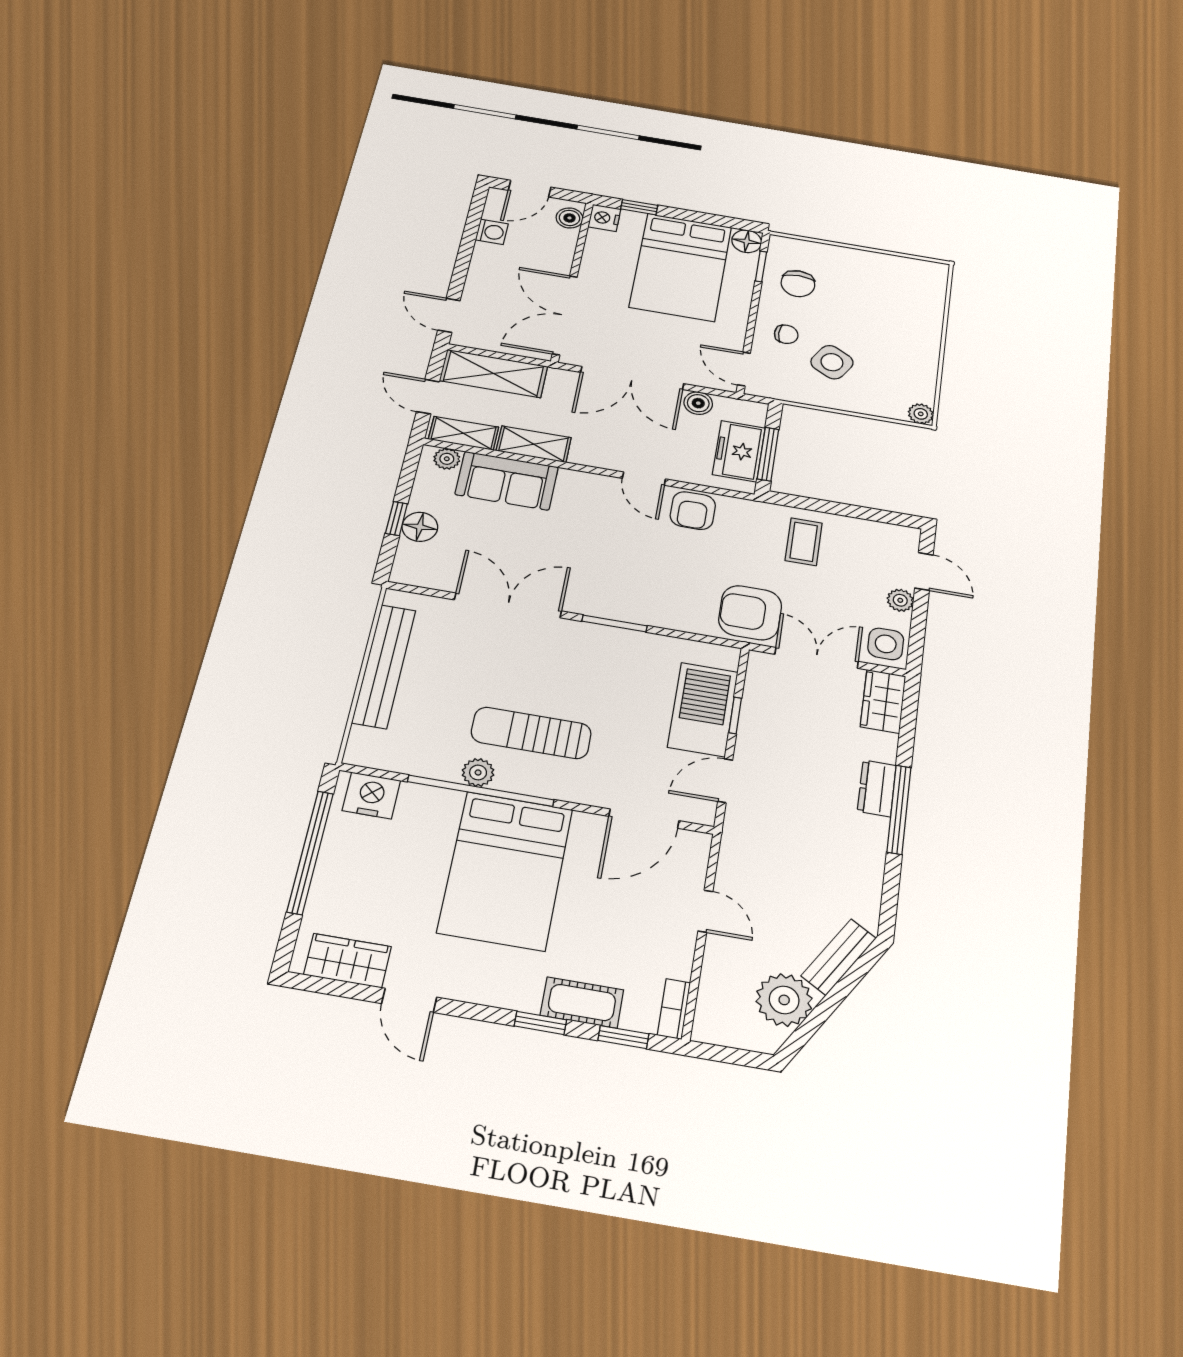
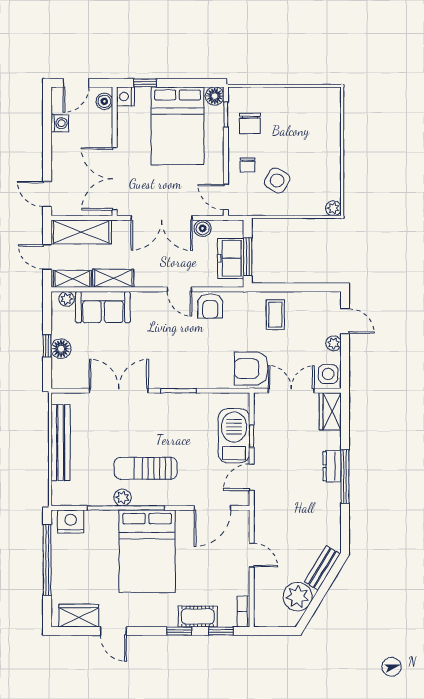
chair: (786, 334) -> (248, 165), turned 90

